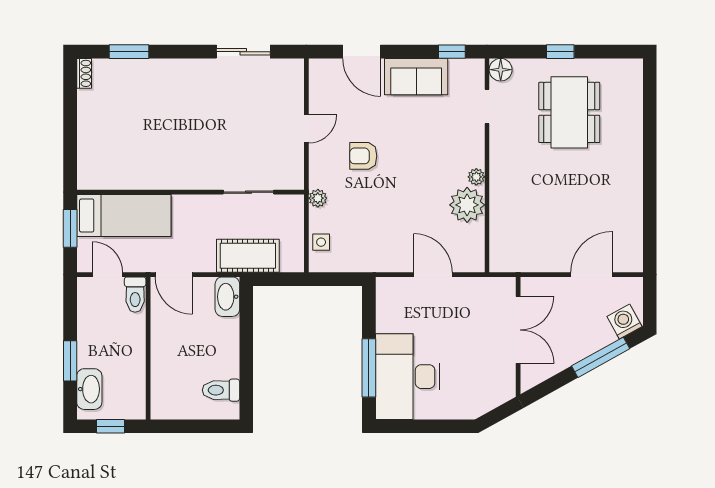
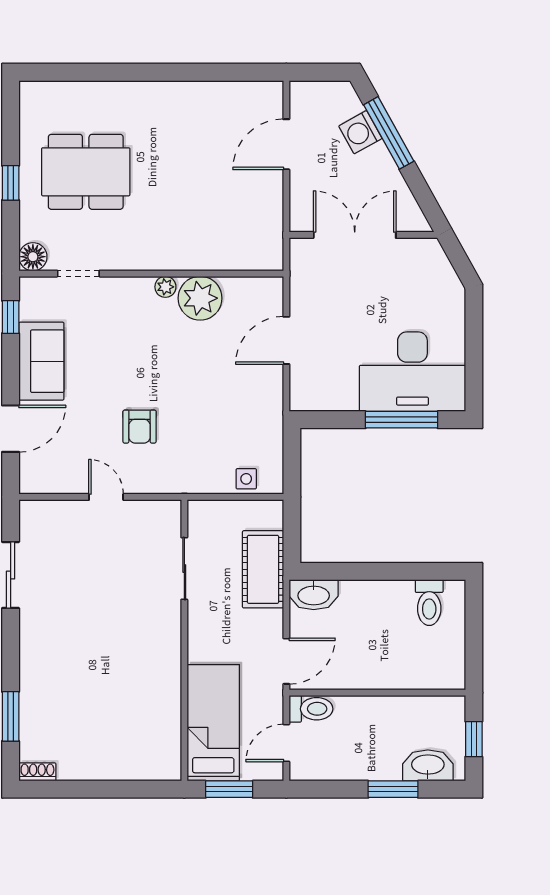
plant: (318, 198) -> (192, 483), removed
door: (591, 275) -> (286, 144), hinge flipped
washing machine: (625, 322) -> (360, 132), moved

